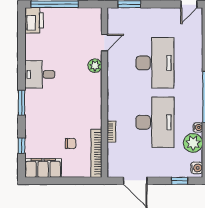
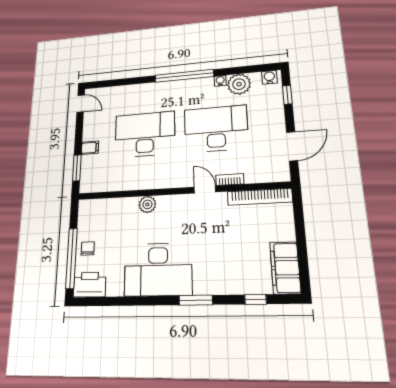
filing cabinet: (147, 15) -> (90, 148), added
door: (104, 43) -> (205, 190), moved
desk: (40, 74) -> (158, 269), width x1.87, depth x1.30
chair: (71, 143) -> (88, 249), moved

